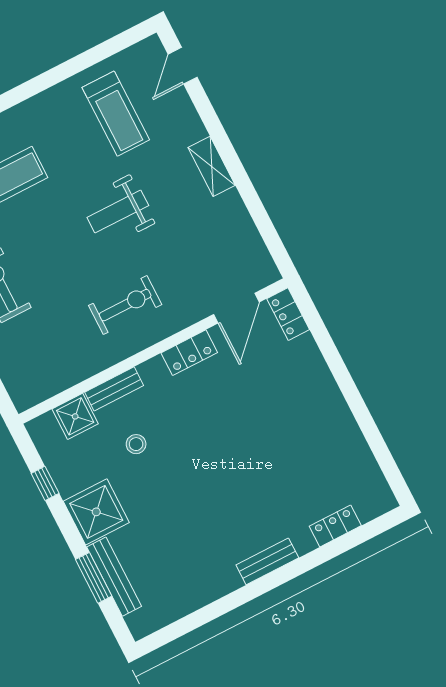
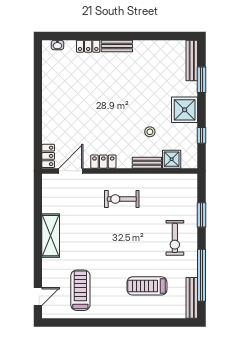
shelving: (212, 166) -> (51, 236), width x1.50, depth x1.33
weight bench: (118, 211) -> (103, 244), removed
washbasin: (369, 511) -> (57, 45), added
locker: (335, 526) -> (88, 46), moved
bench: (114, 577) -> (192, 60), moved

